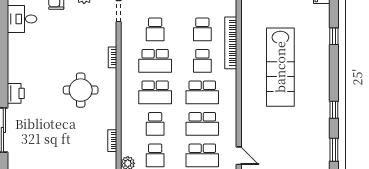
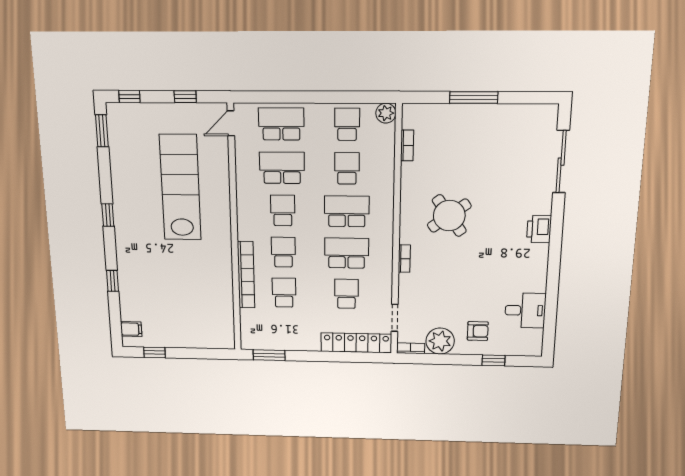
lab bench: (280, 67) -> (180, 188), moved
round table: (81, 90) -> (449, 216), turned -36
school desk: (202, 92) -> (283, 211), width x0.54
printer: (16, 93) -> (539, 229), moved
window: (334, 110) -> (108, 215), moved
door: (239, 156) -> (231, 123), hinge flipped

